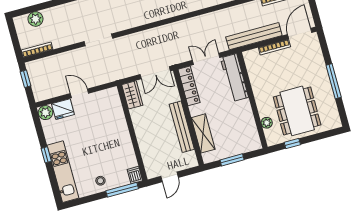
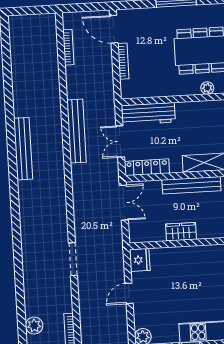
bench: (254, 36) -> (76, 131), moved
wardrobe: (132, 95) -> (181, 232), moved
fridge: (63, 109) -> (140, 260), moved

